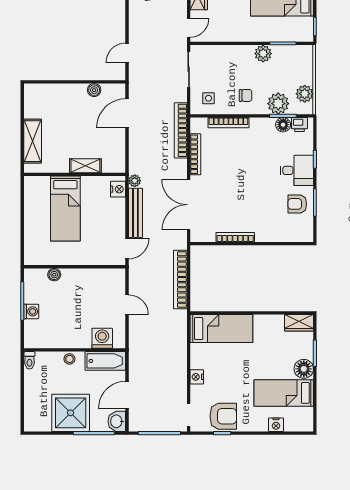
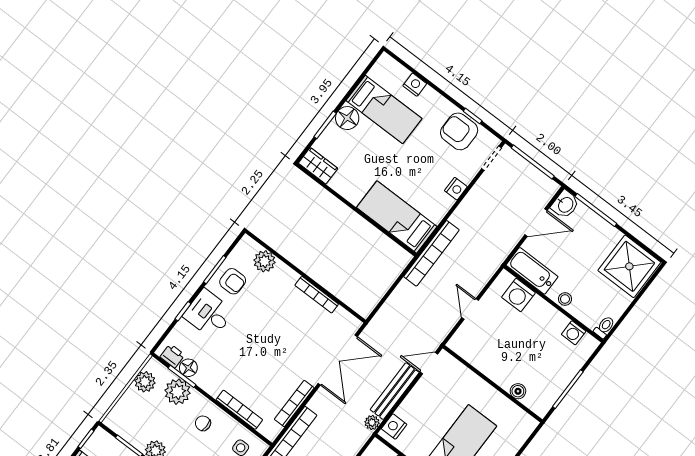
plant: (286, 233) -> (265, 261), added
bookcase: (180, 280) -> (431, 253), moved
washing machine: (31, 311) -> (574, 333), moved, turned -90
shower: (71, 413) -> (629, 266), moved

